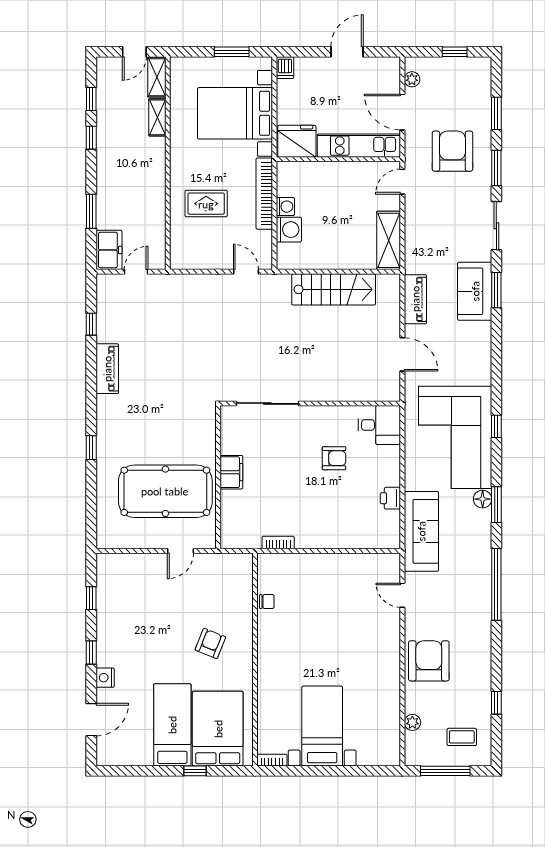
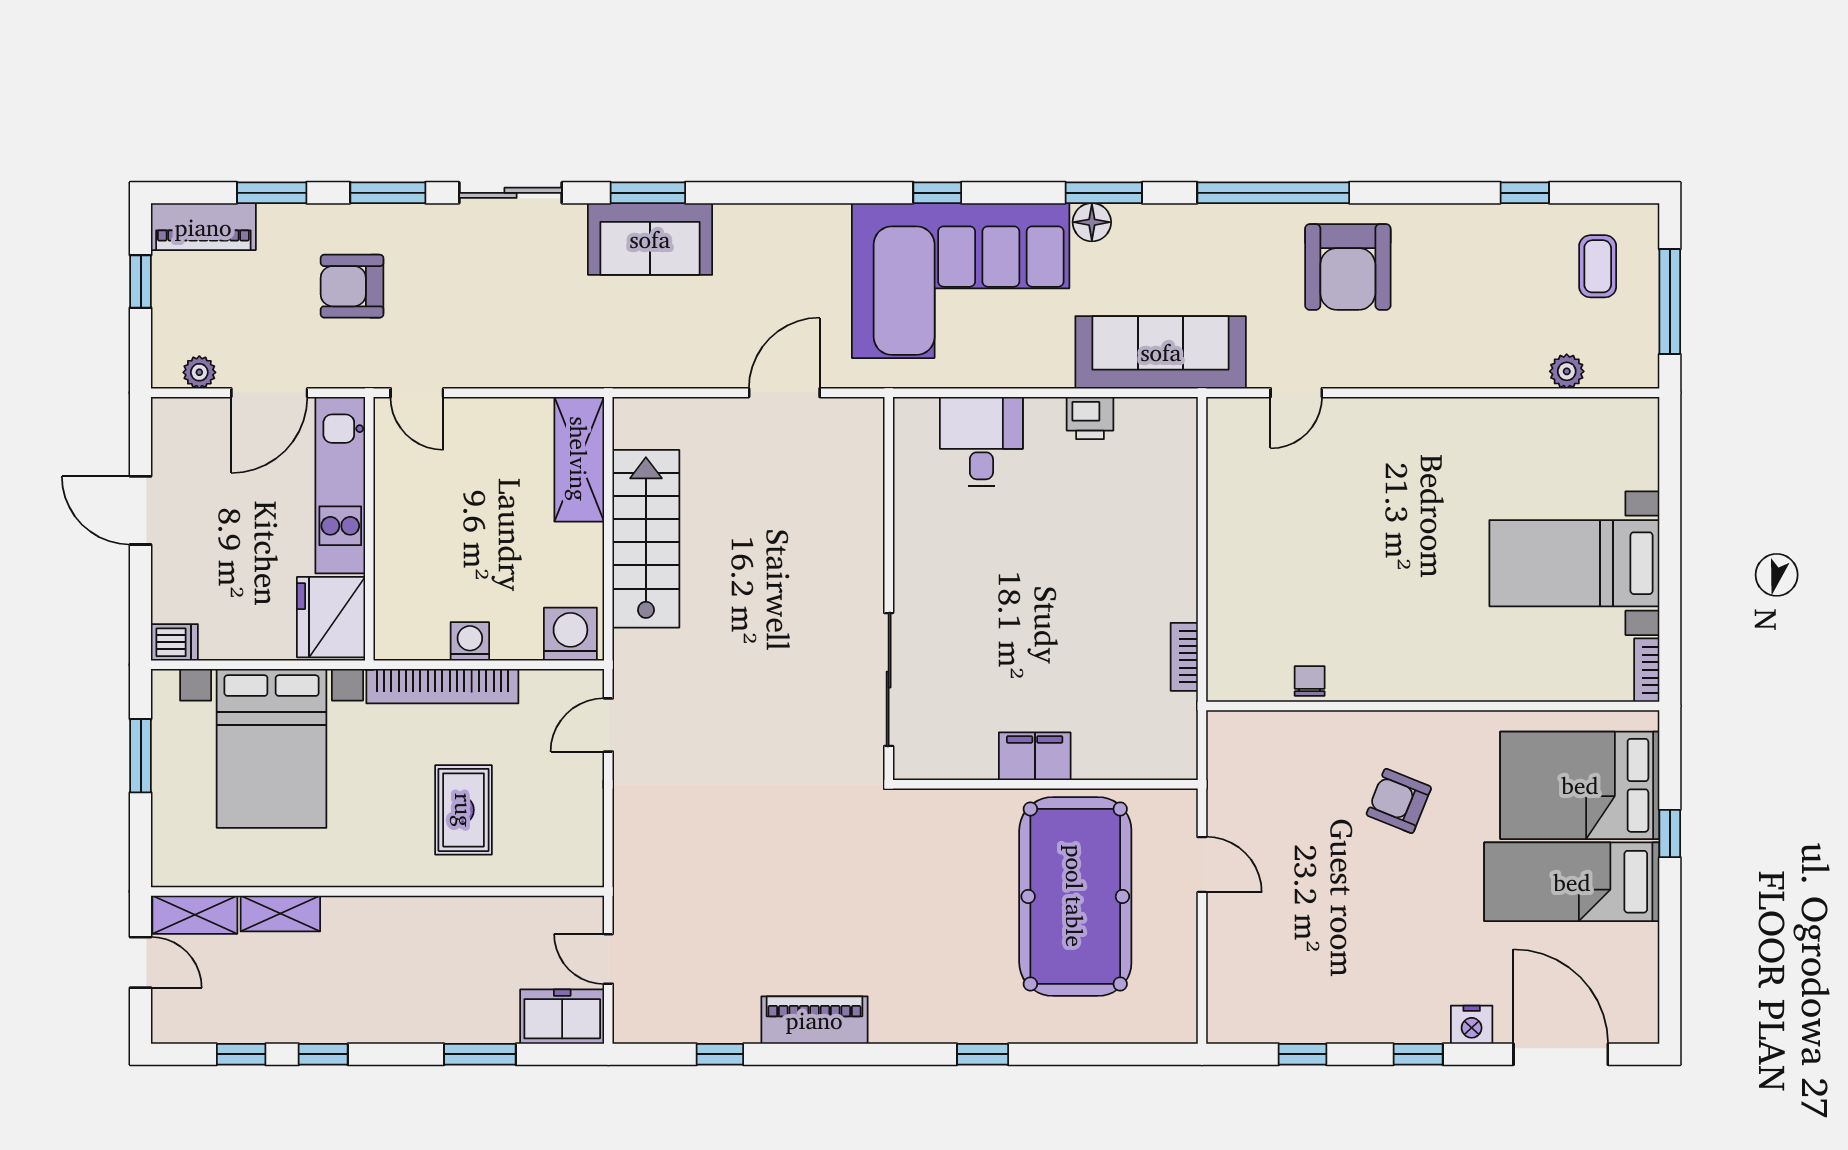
armchair: (452, 151) -> (352, 286), width x0.73, depth x0.73
washing machine: (289, 230) -> (570, 634), moved
shelving: (389, 240) -> (579, 459), moved, turned 90
piano: (415, 299) -> (203, 227), moved, turned 180
desk: (379, 425) -> (981, 442), moved
armchair: (334, 458) -> (1005, 538), removed
armchair: (429, 661) -> (1348, 267), moved, turned -90
door: (91, 720) -> (1561, 1054), width x1.36

